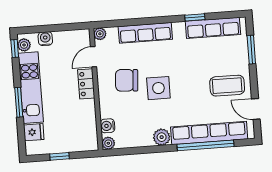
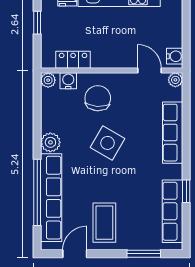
water cooler: (45, 39) -> (175, 56), moved
chair: (127, 80) -> (98, 98), moved
locker: (86, 84) -> (73, 60), moved
side table: (158, 88) -> (108, 143), turned 30

